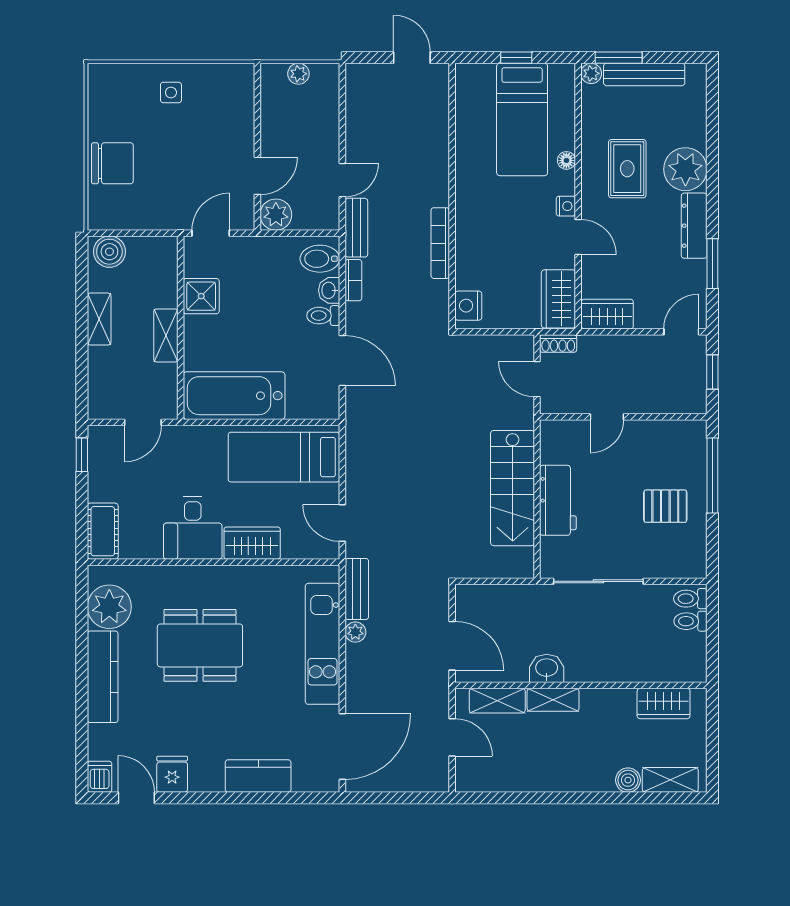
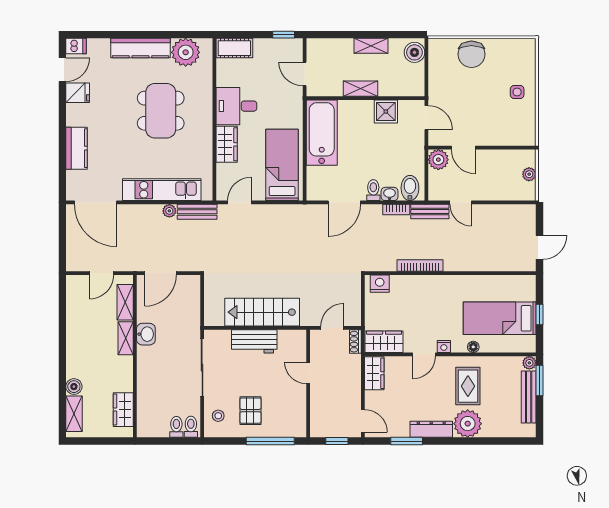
rug: (627, 169) -> (468, 386), turned 90
stool: (673, 556) -> (218, 416), added

